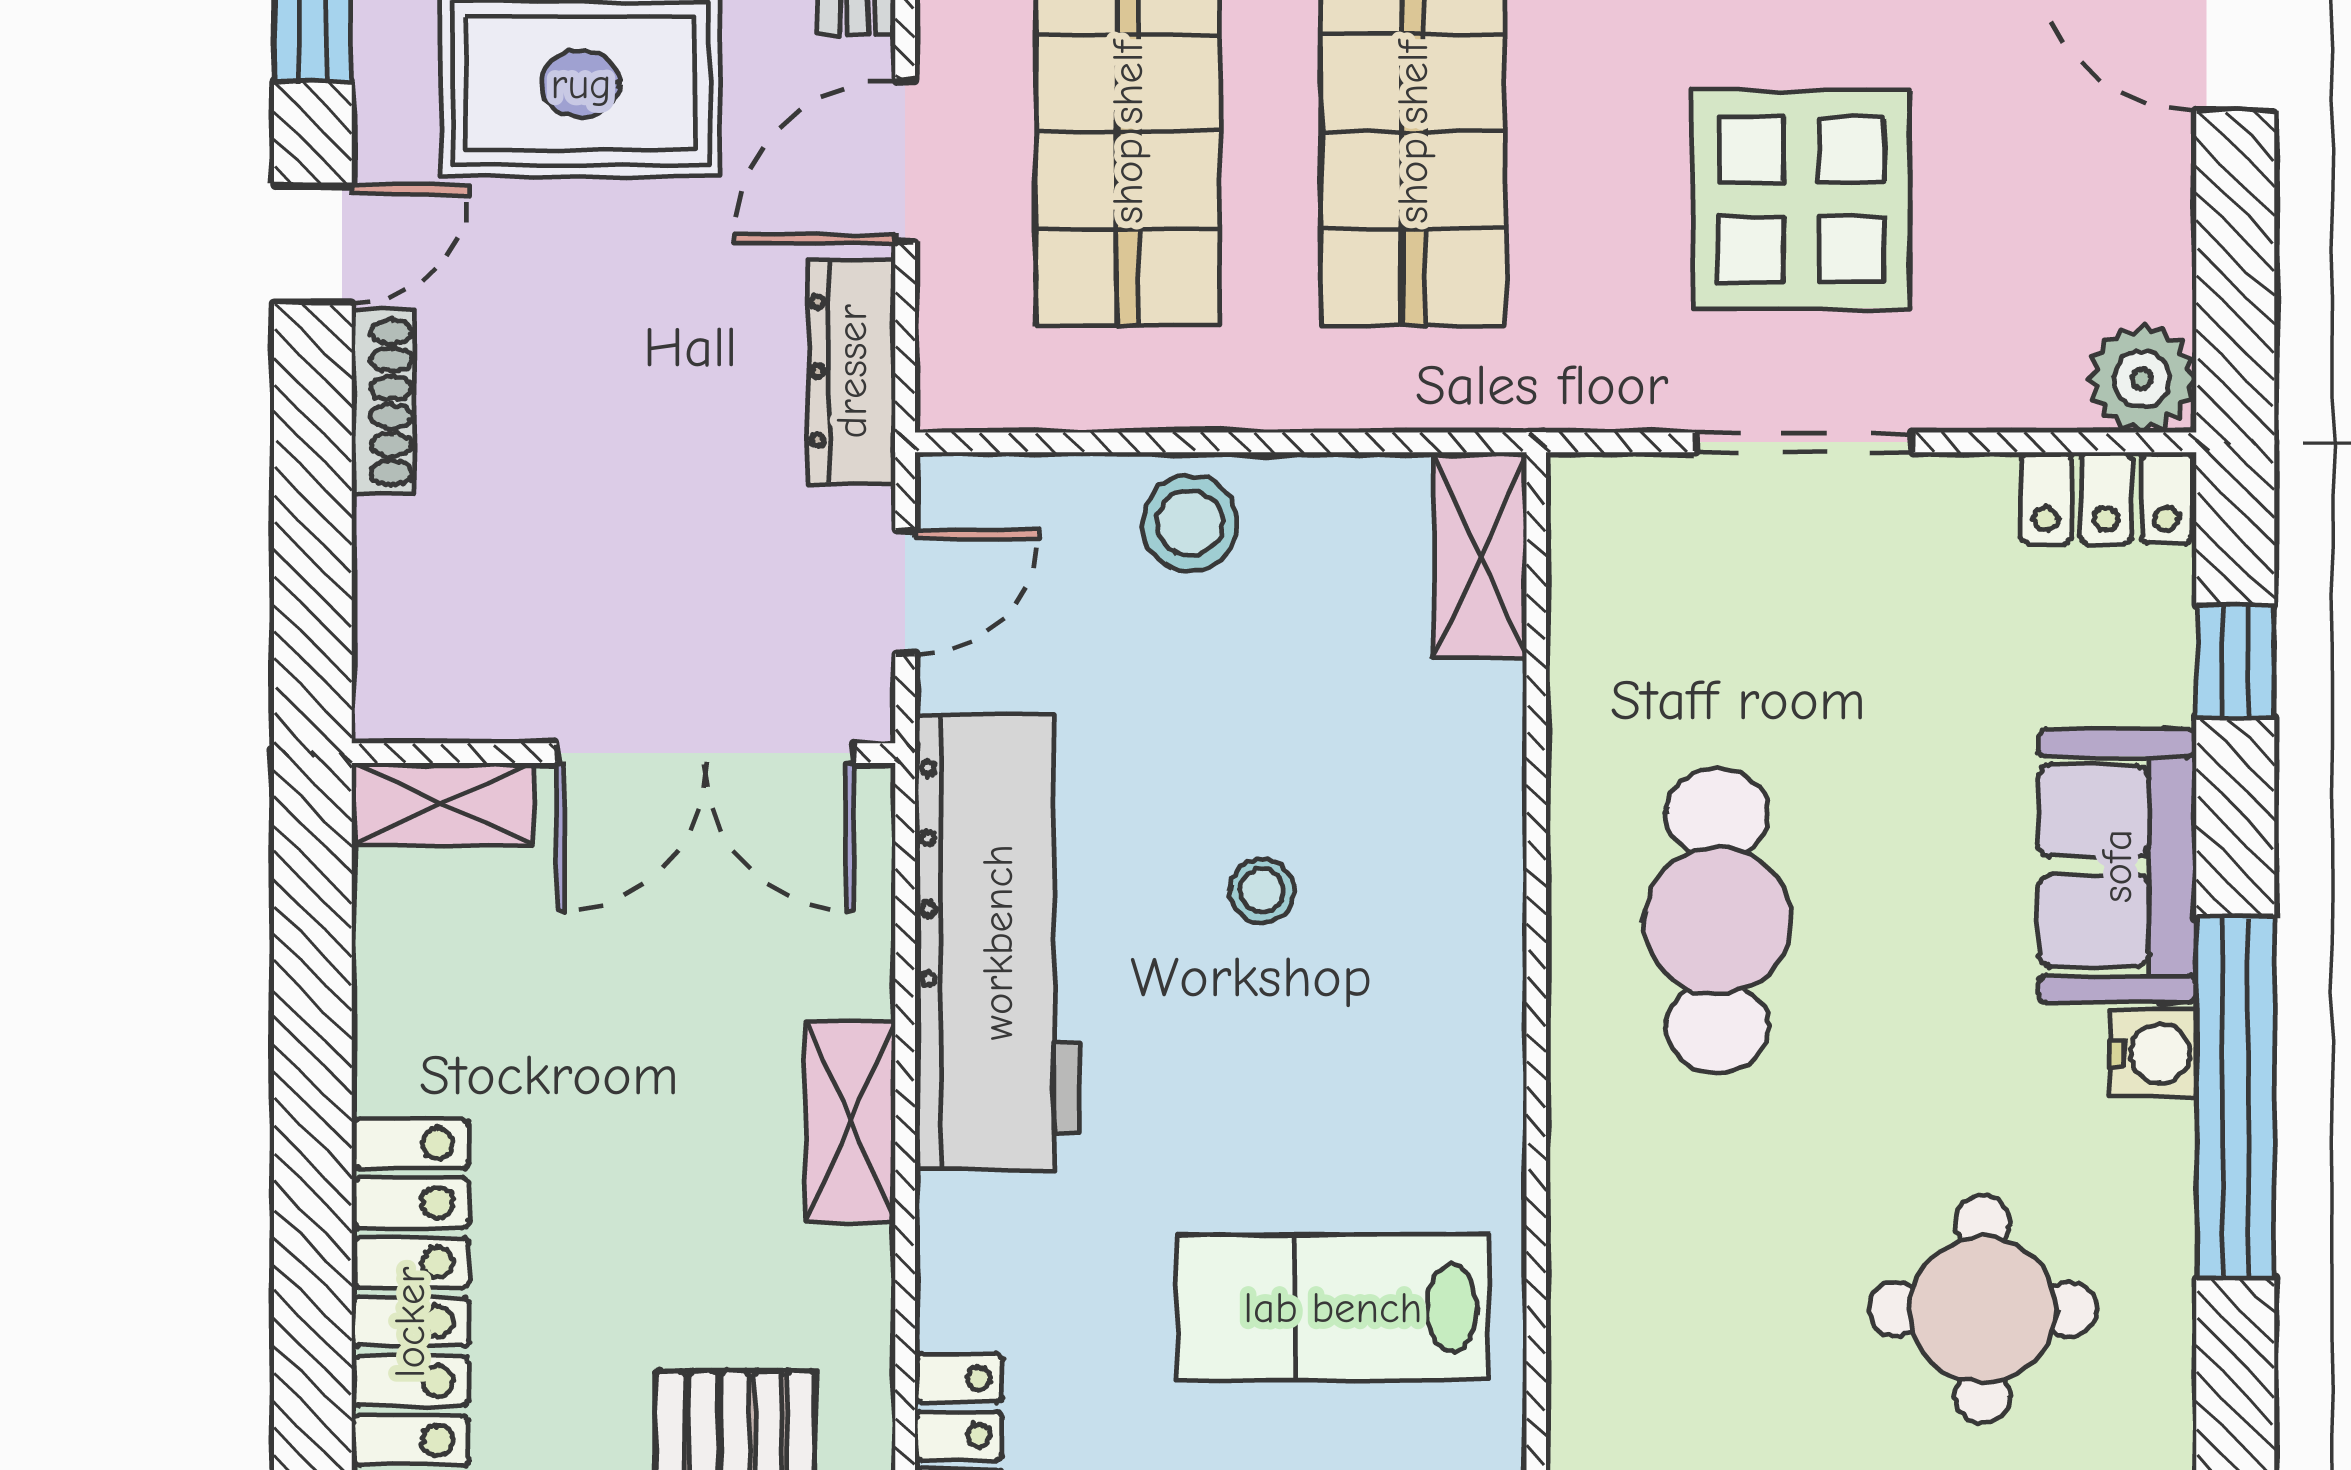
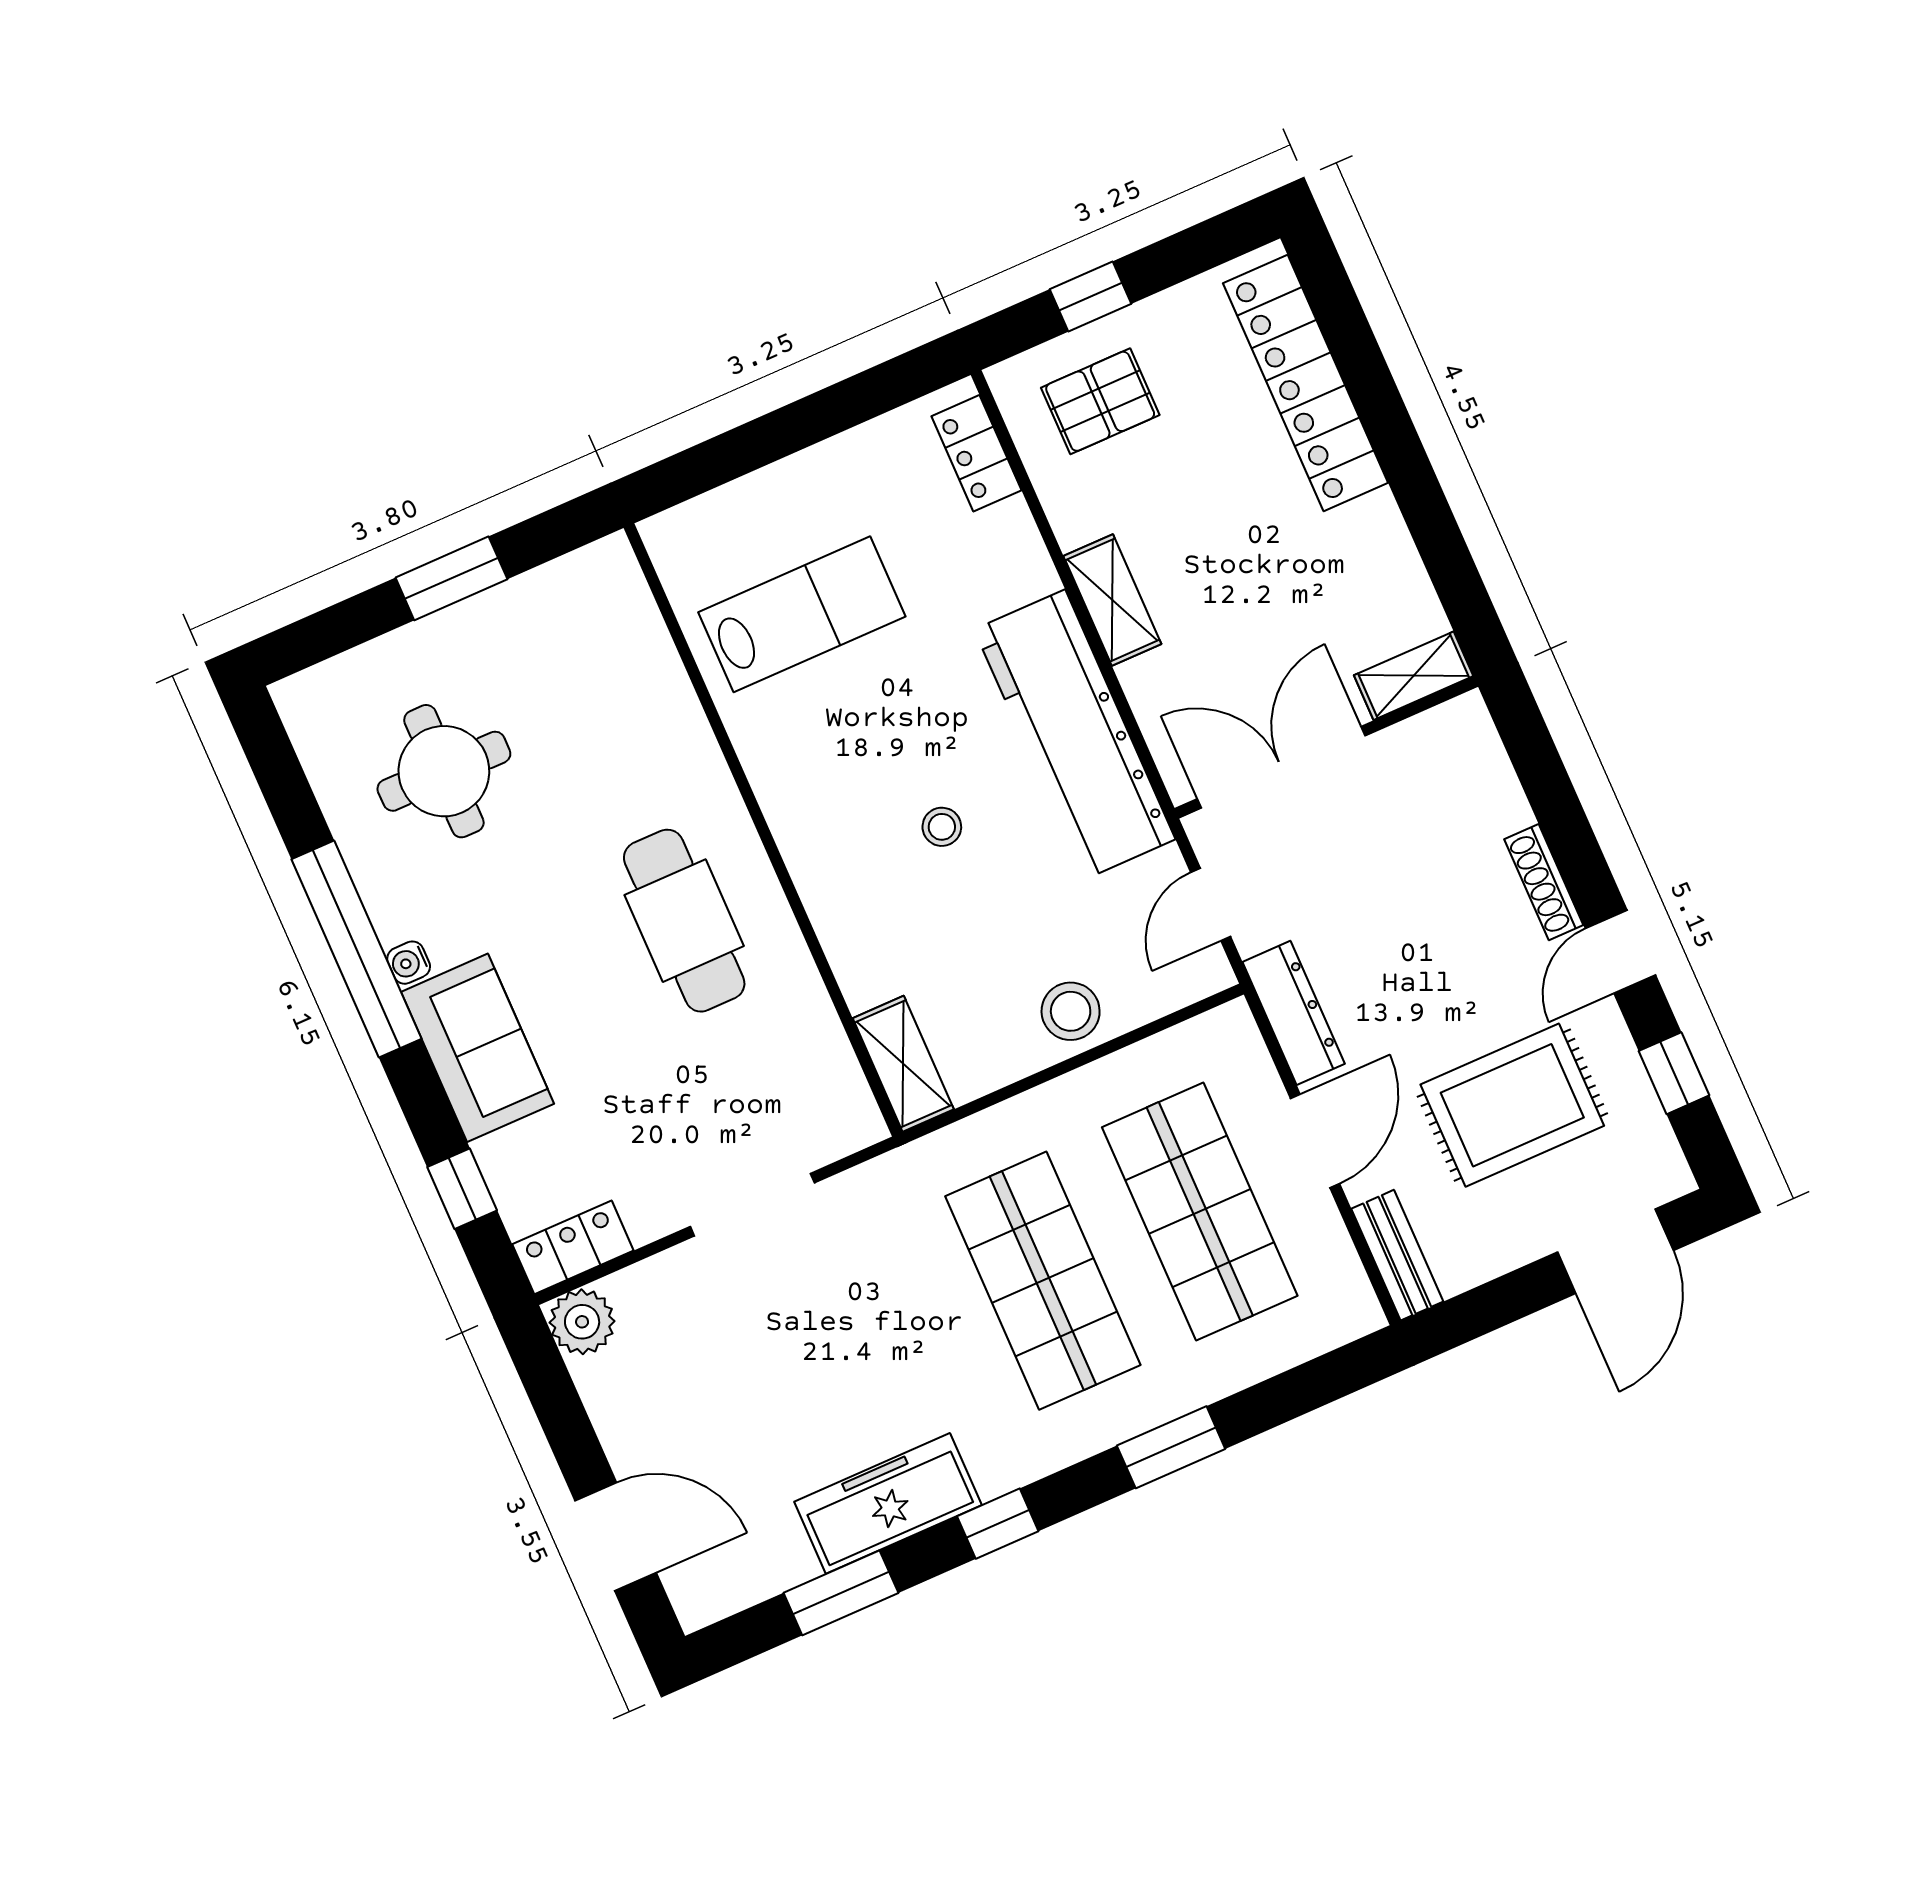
display table: (1801, 199) -> (813, 1338), removed
water cooler: (2153, 1054) -> (409, 963), width x0.72, depth x0.72

